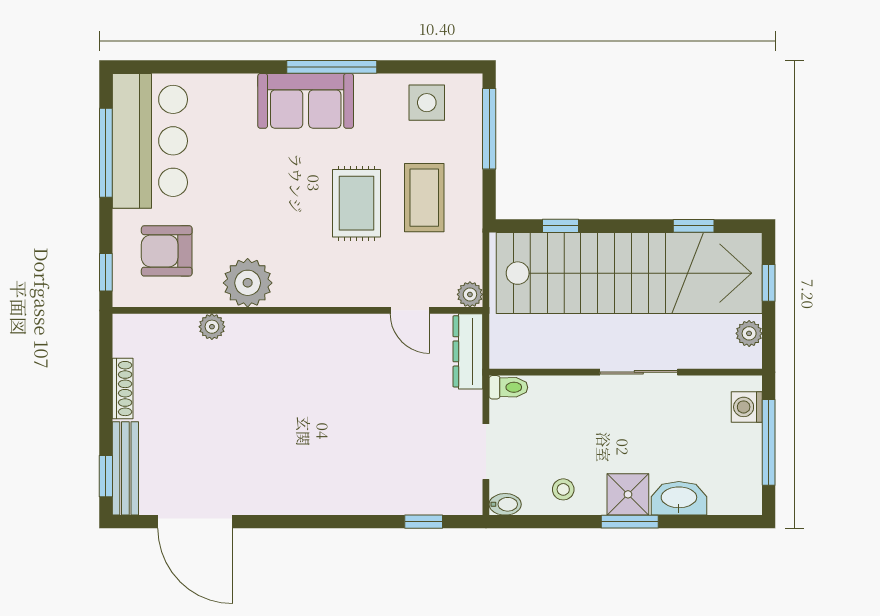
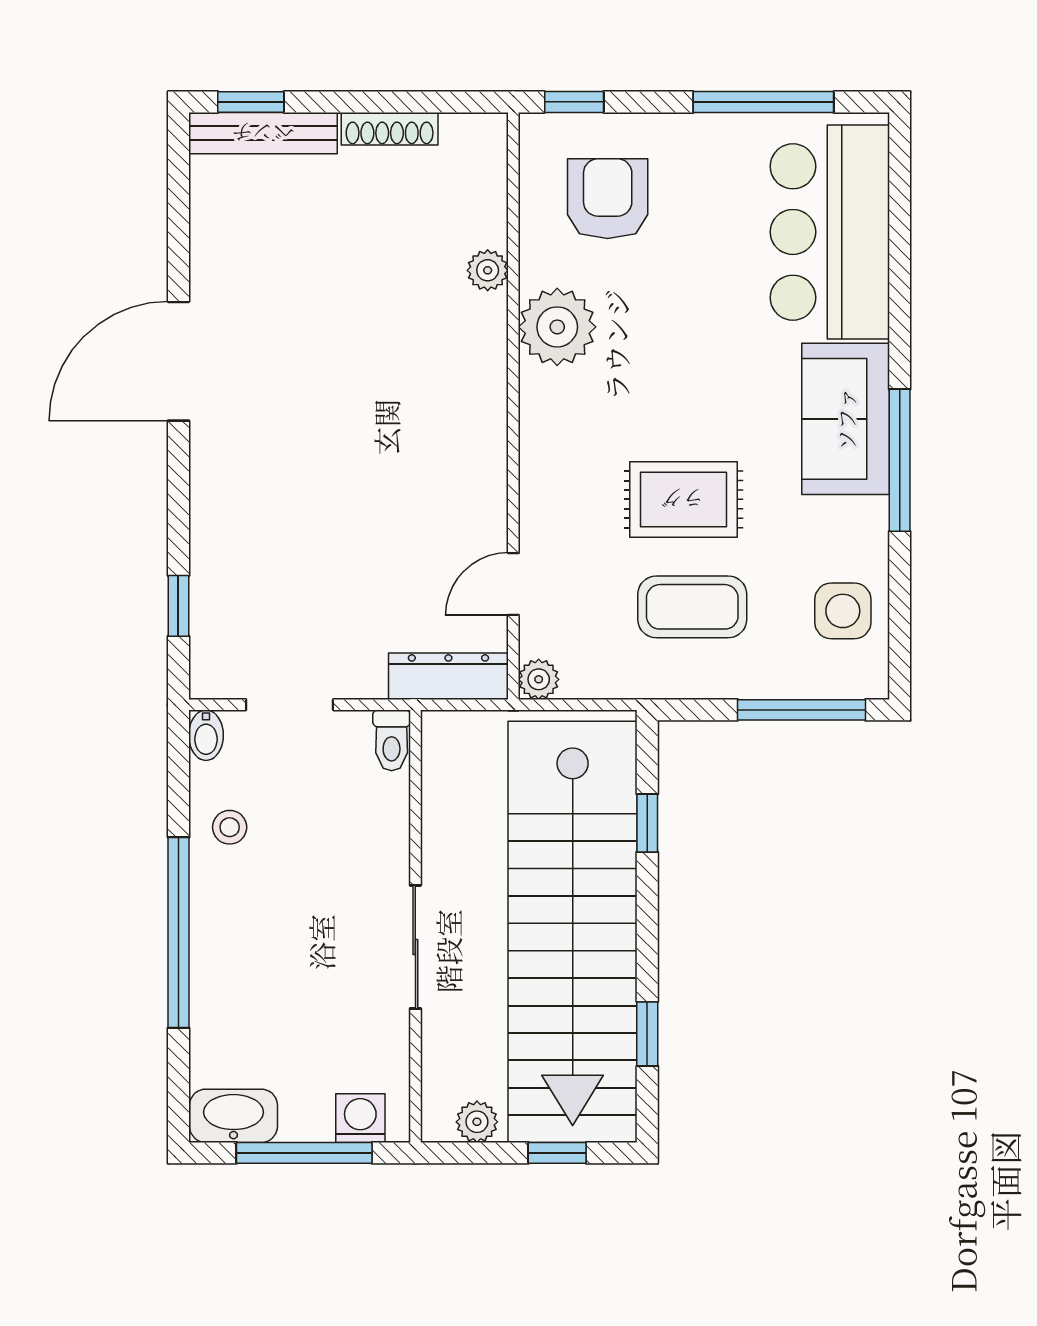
bar counter: (150, 141) -> (830, 232), moved, turned 90
shower: (628, 494) -> (222, 930), removed
washbasin: (679, 498) -> (233, 1116), moved, turned -90
door: (195, 522) -> (178, 361), moved
window: (630, 522) -> (178, 933), width x2.11

